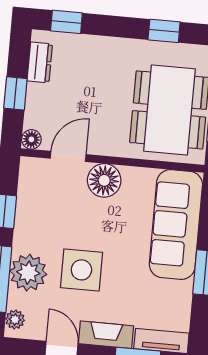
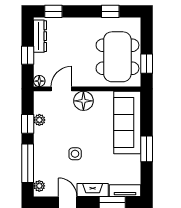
dresser: (40, 62) -> (40, 36), width x1.44
side table: (81, 270) -> (75, 154), width x0.54, depth x0.54
plant: (28, 273) -> (39, 120), moved, width x0.53, depth x0.53

